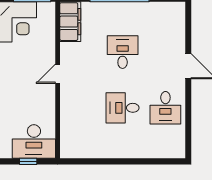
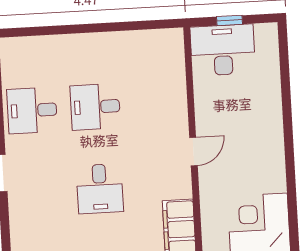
desk: (123, 108) -> (95, 107), turned 180
desk: (165, 108) -> (32, 110), turned -90

